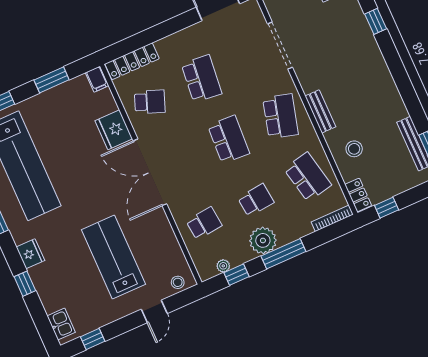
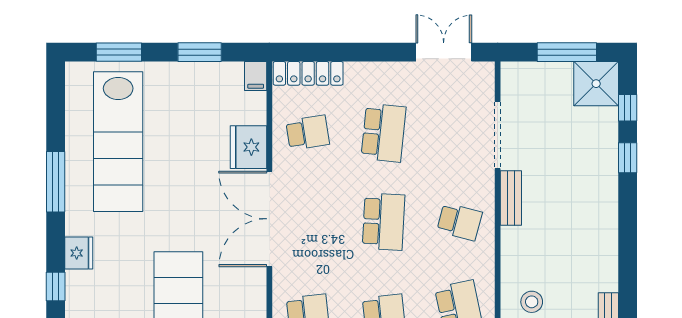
school desk: (150, 102) -> (308, 133), turned -30
bench: (320, 111) -> (511, 198), moved
school desk: (280, 116) -> (460, 222), width x0.54

